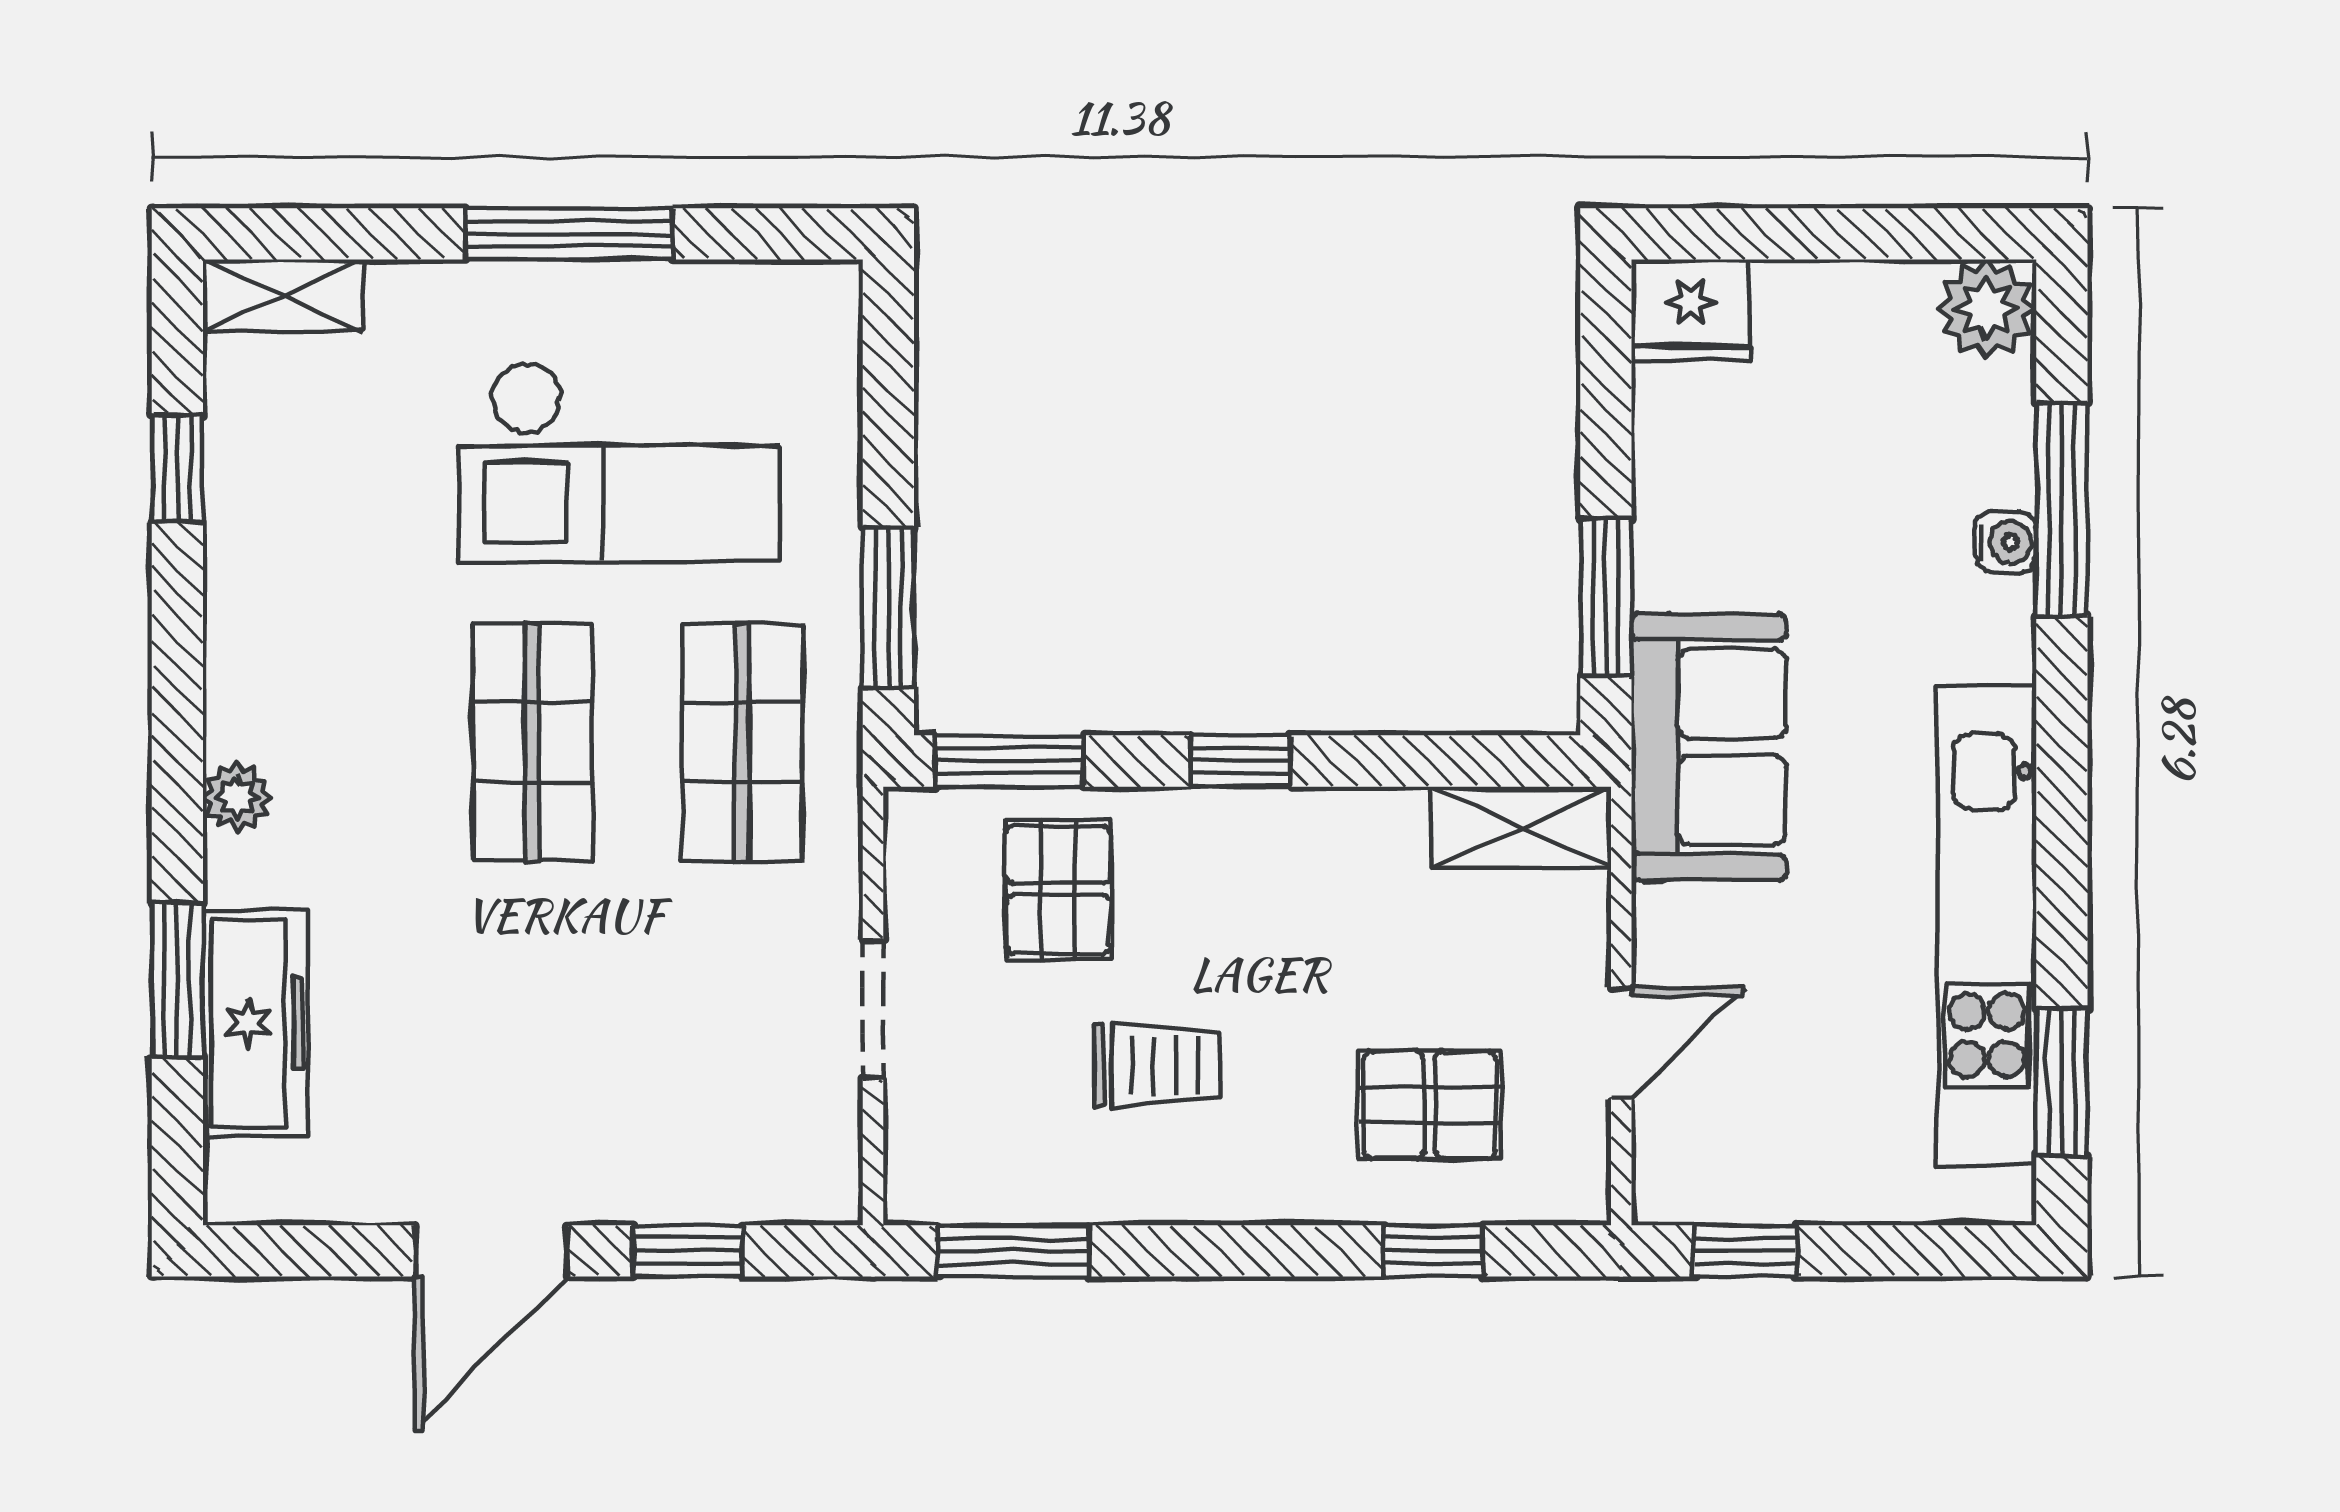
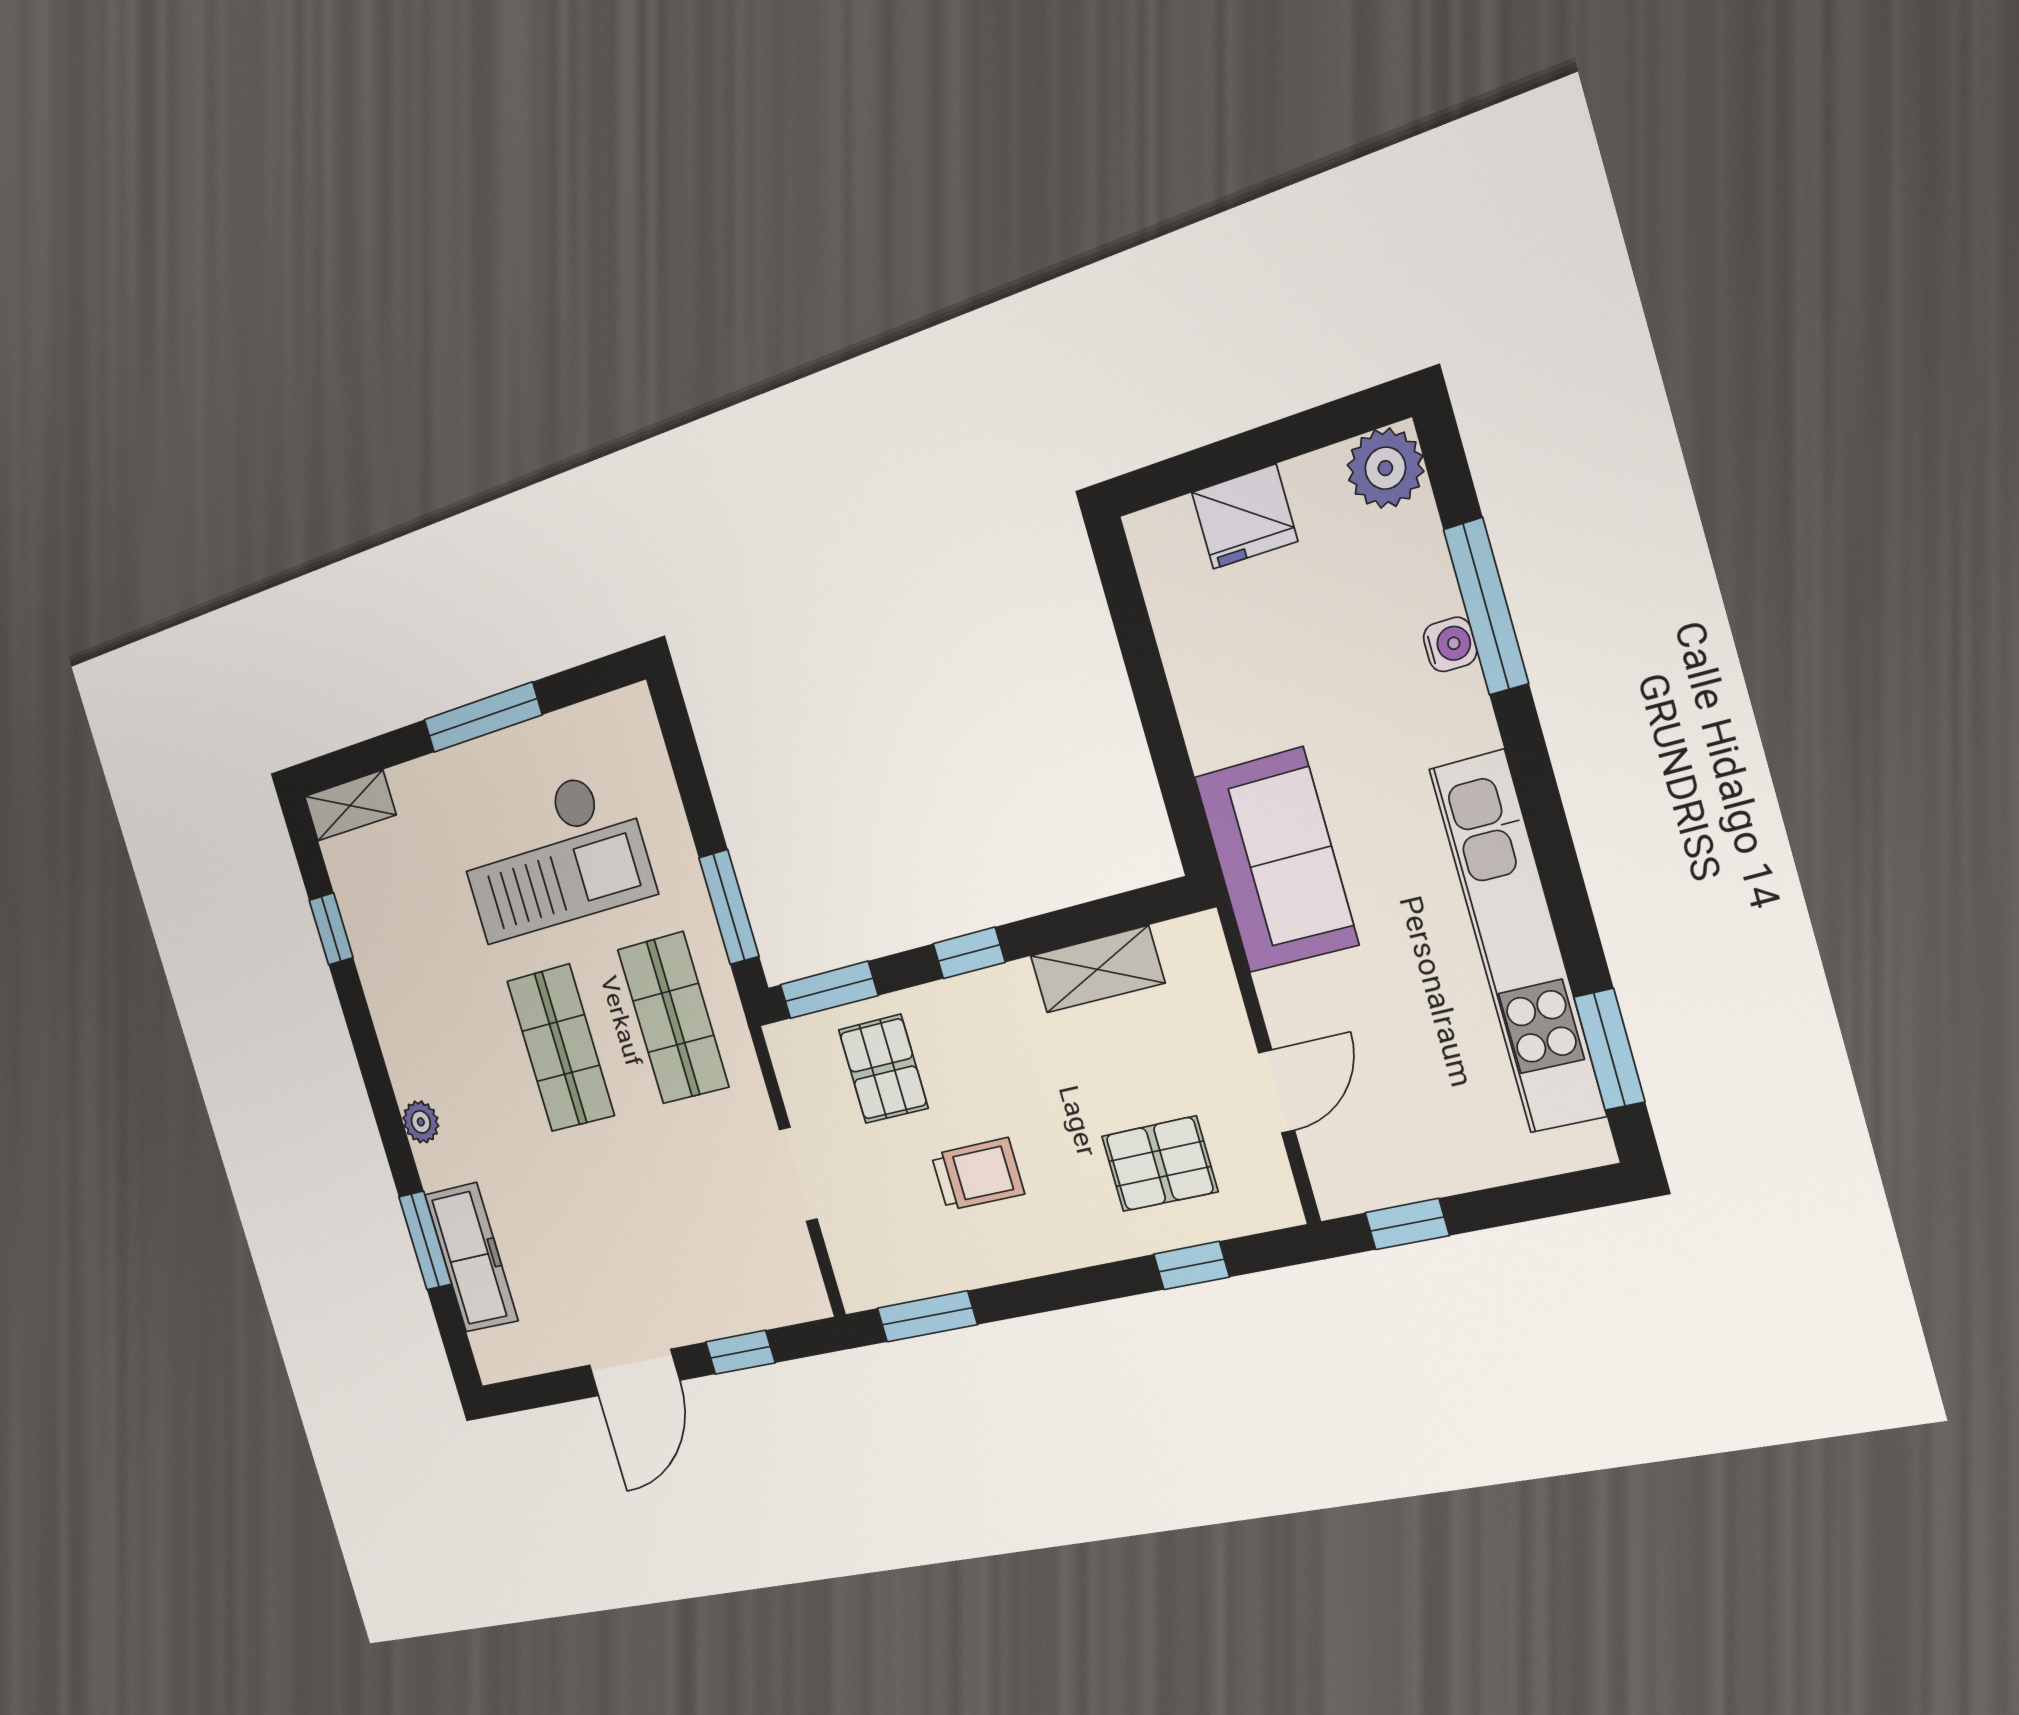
fridge: (1691, 310) -> (1245, 517), moved
window: (1606, 598) -> (1174, 771), removed
shelving: (1521, 827) -> (1097, 969), moved

